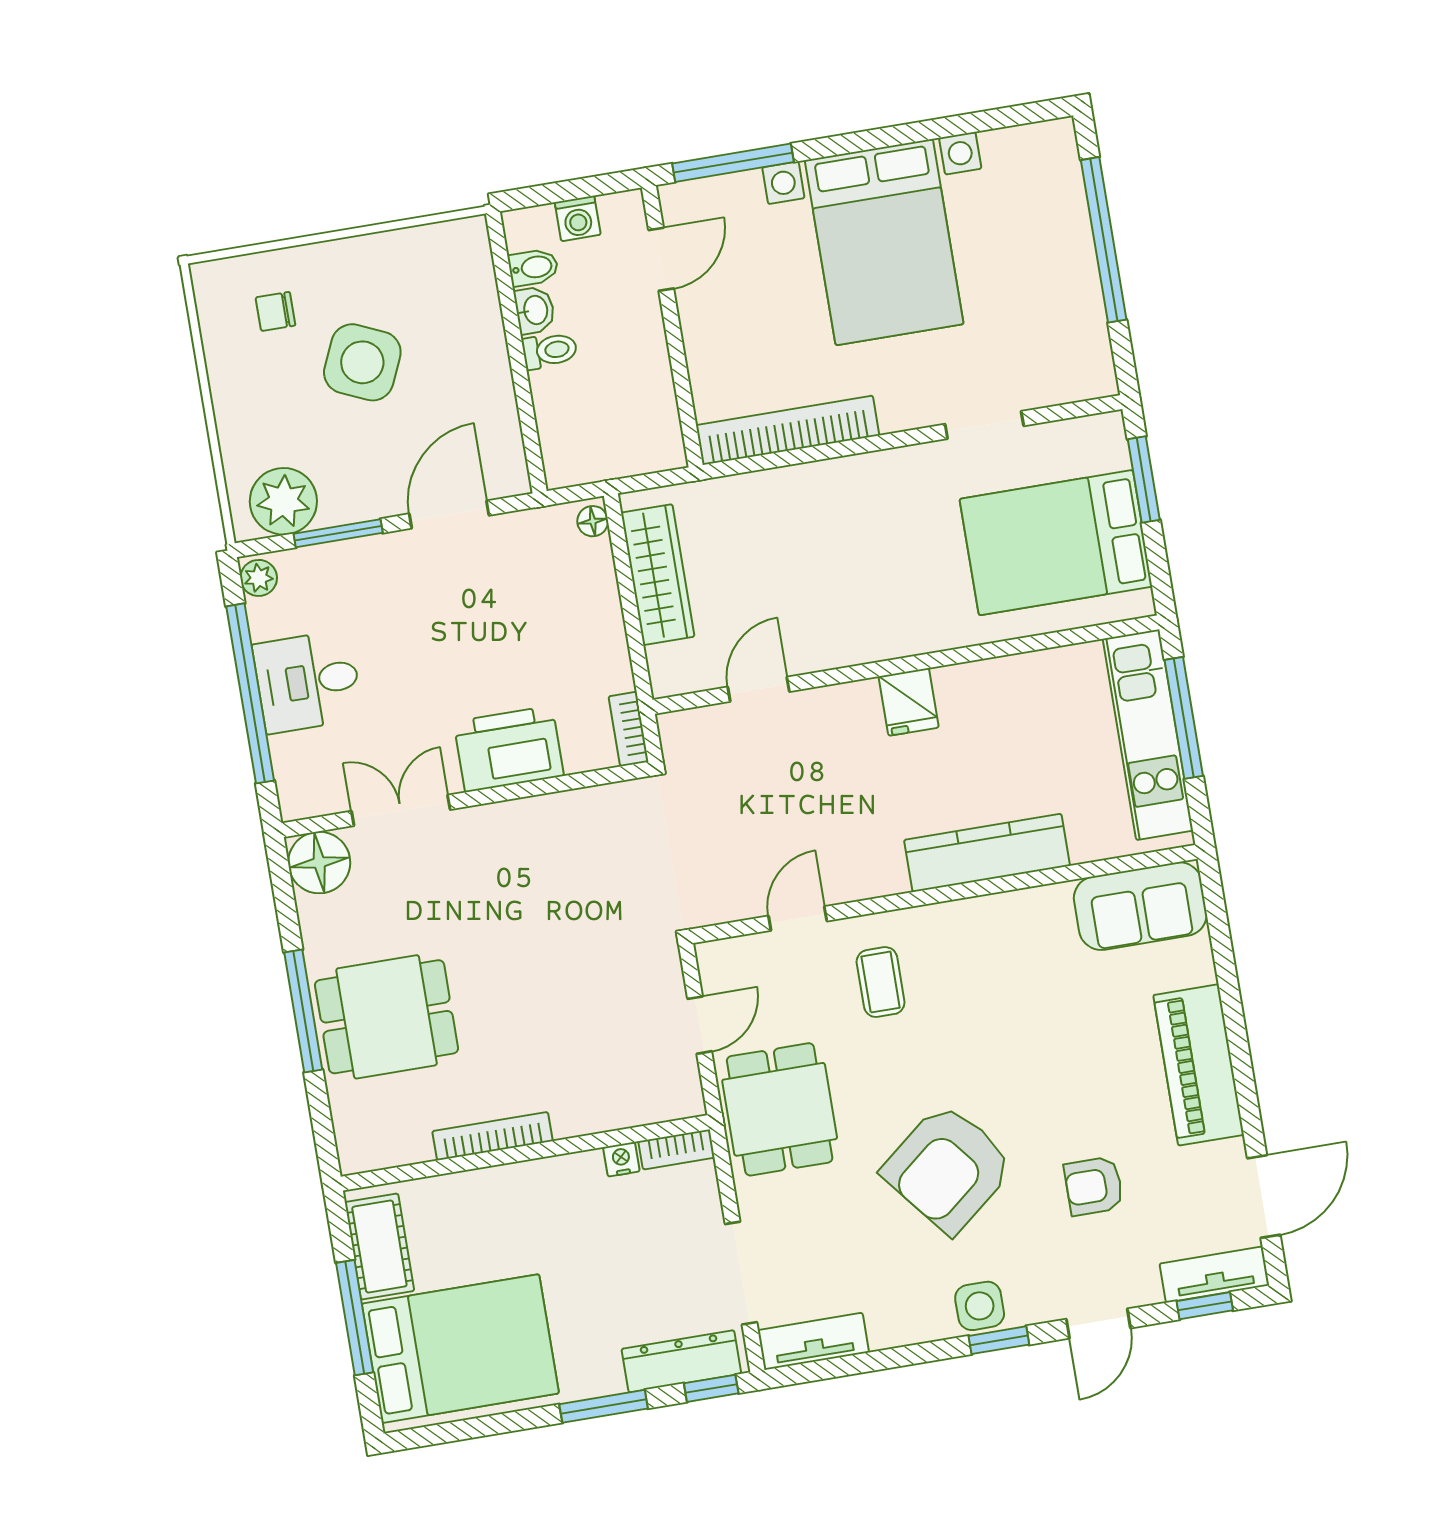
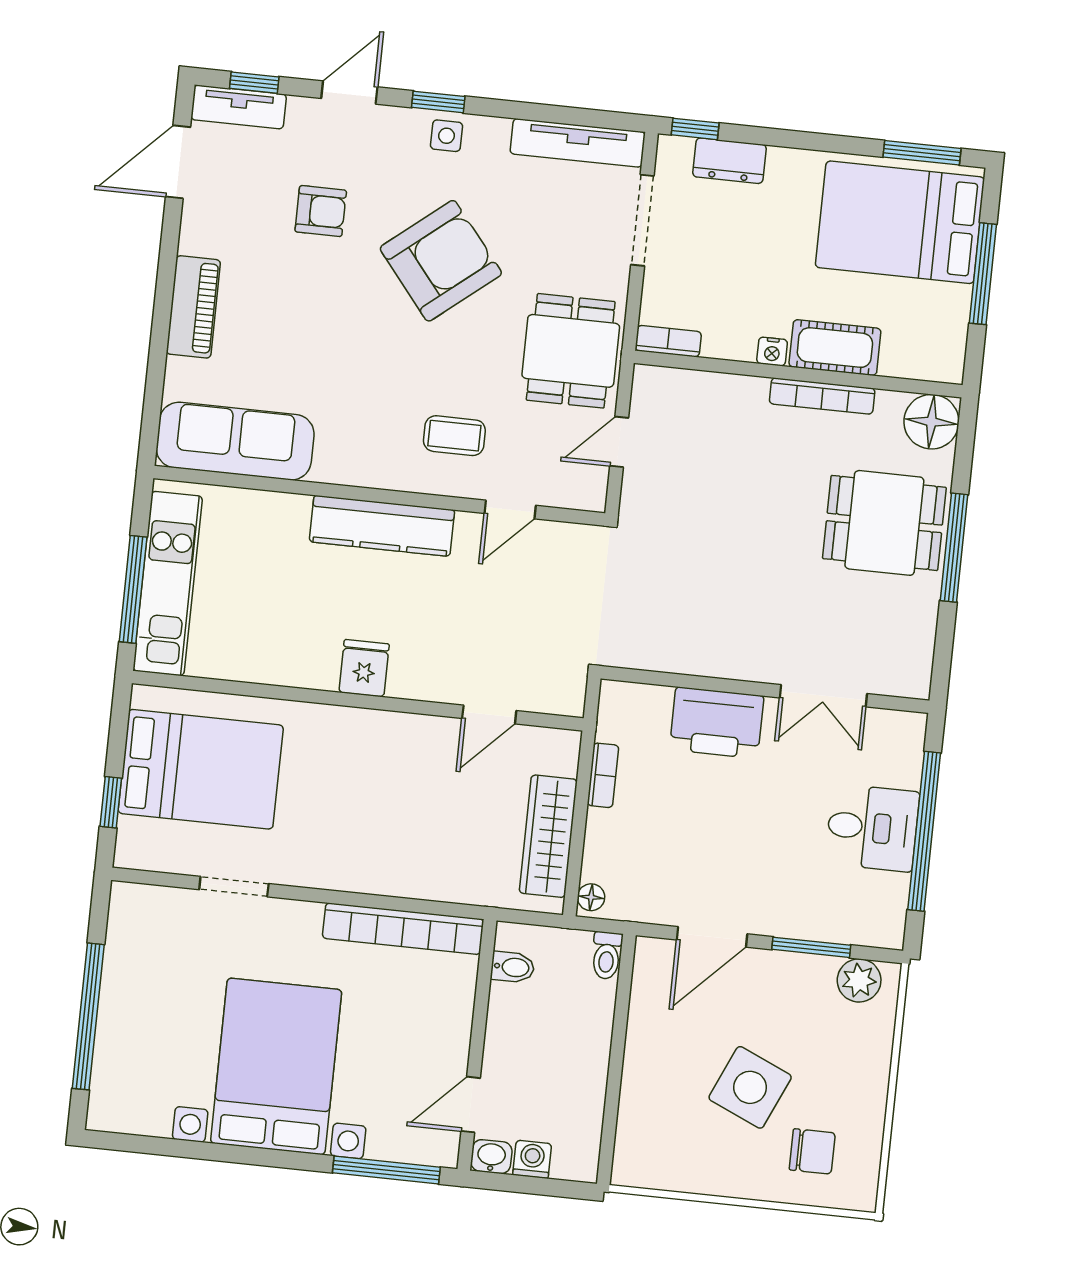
bidet: (533, 267) -> (513, 967), moved, turned 180
washbasin: (535, 310) -> (491, 1157), moved, turned 90
chair: (275, 311) -> (812, 1151), width x1.37, depth x1.37
toilet: (550, 351) -> (607, 955), moved, turned -90
window: (1144, 480) -> (111, 802), width x0.67
plant: (283, 501) -> (859, 980), width x0.73, depth x0.73
plant: (259, 578) -> (890, 928), removed
bookcase: (629, 729) -> (603, 775), moved
kitchen counter: (987, 853) -> (382, 526), moved
floor lamp: (319, 863) -> (931, 422), moved
sofa: (1140, 906) -> (235, 441), width x1.36
coffee table: (881, 982) -> (454, 436), turned 90
piano: (1199, 1065) -> (193, 307), width x0.73, depth x0.75
nightstand: (621, 1159) -> (772, 351), moved
cot: (379, 1247) -> (835, 348), moved, turned 90
side table: (980, 1306) -> (447, 136), width x0.73, depth x0.73
tv unit: (813, 1341) -> (578, 143), width x1.41
dresser: (681, 1361) -> (729, 161), width x0.70
window: (604, 1406) -> (922, 153), moved

